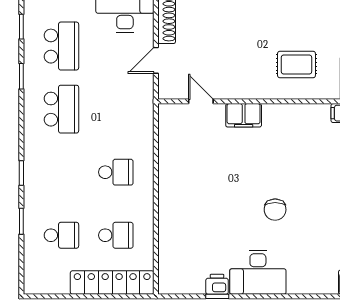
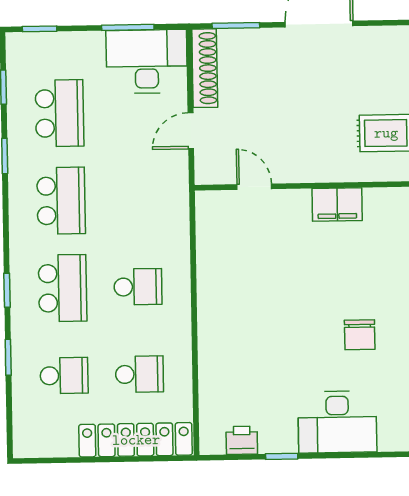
filing cabinet: (244, 115) -> (337, 205), moved
school desk: (61, 172) -> (63, 288), added
printer: (217, 284) -> (242, 440), moved

